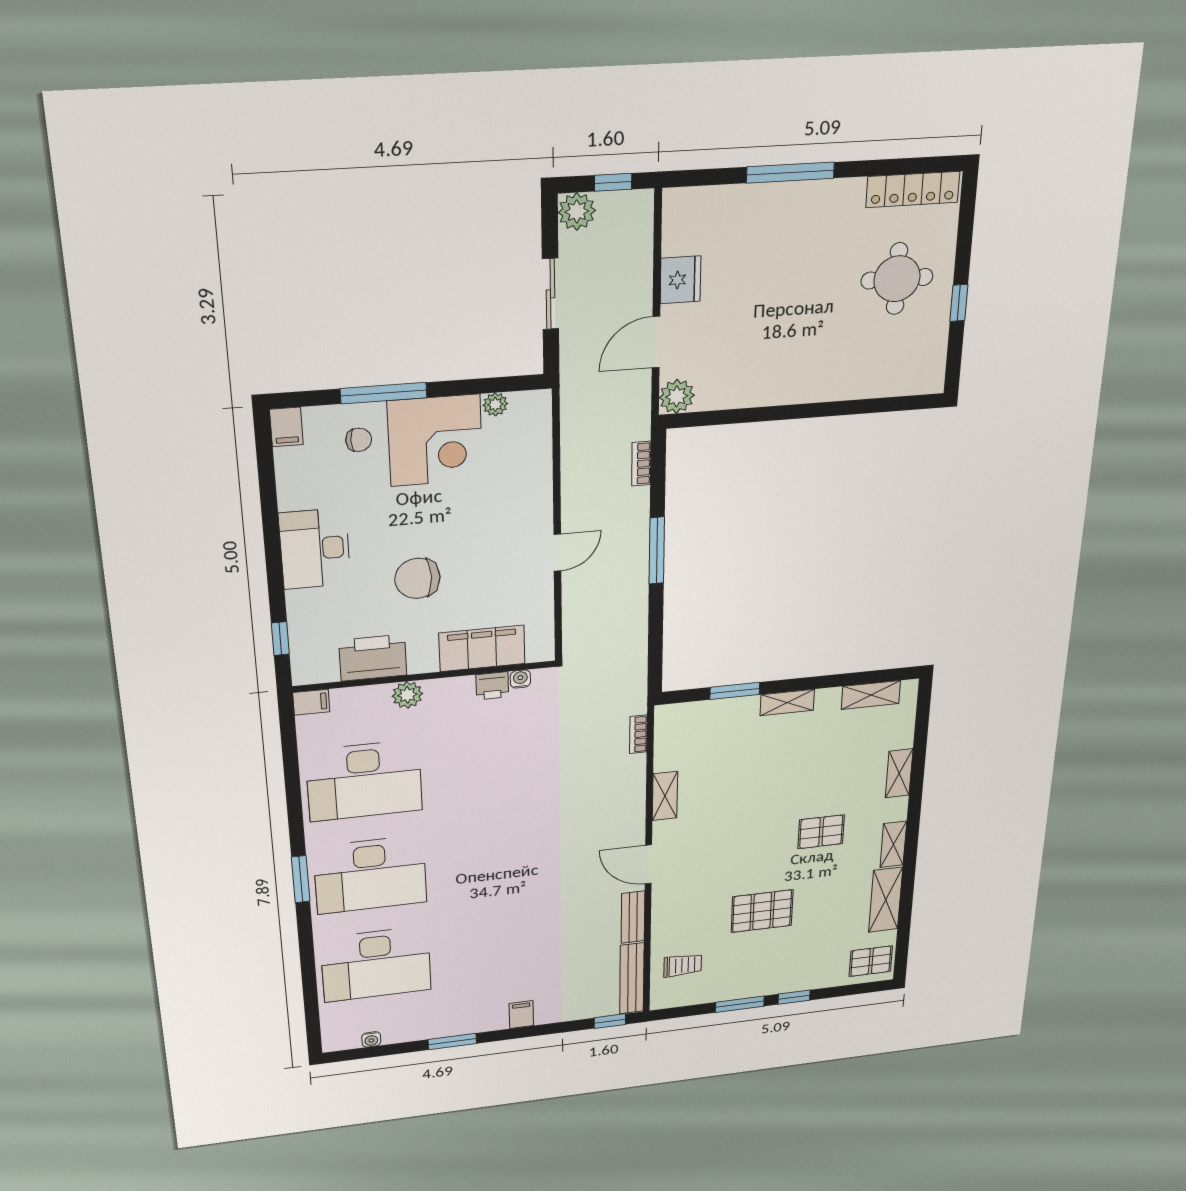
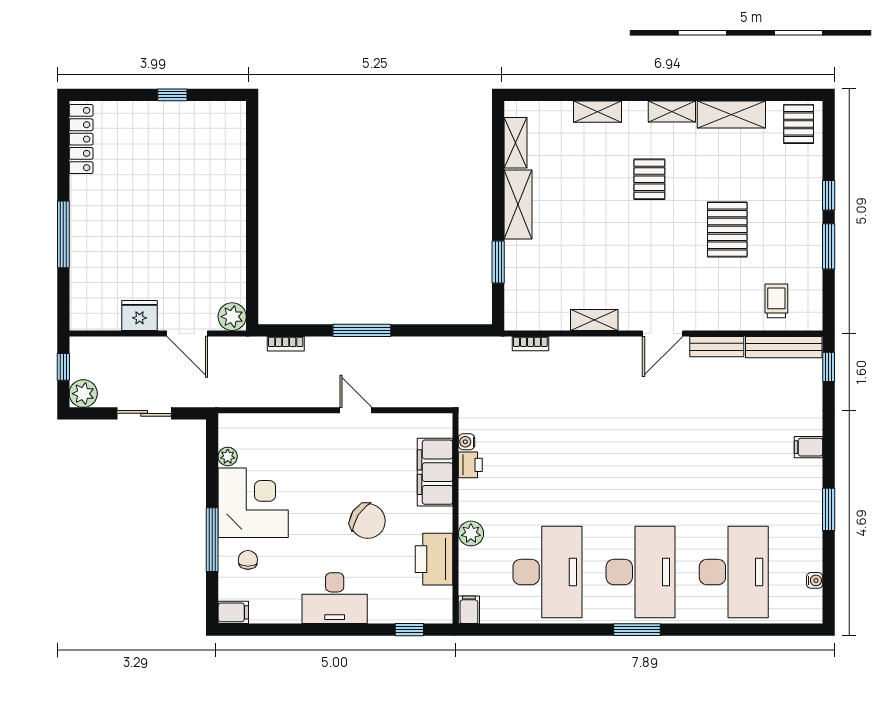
round table: (897, 279) -> (150, 146), removed
chair: (417, 578) -> (368, 521), turned -57
shelving: (787, 703) -> (518, 205), width x1.50, depth x1.33

